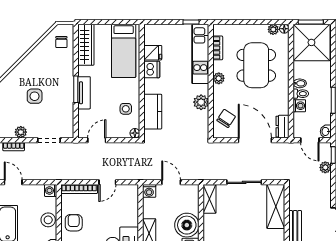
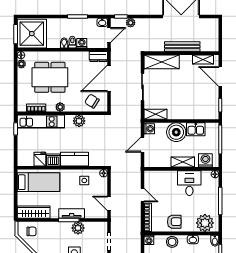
plant: (66, 101) -> (78, 228), added
kitchen counter: (153, 112) -> (75, 159), moved
washing machine: (149, 191) -> (149, 129), moved
armchair: (74, 223) -> (174, 222), turned 180

